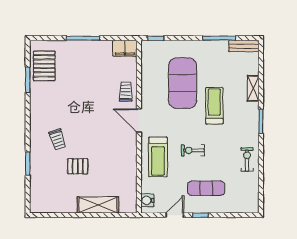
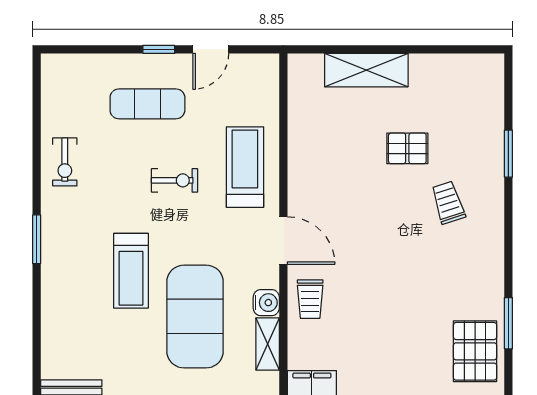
shelving: (253, 88) -> (268, 344), moved
water cooler: (147, 200) -> (266, 303), moved

